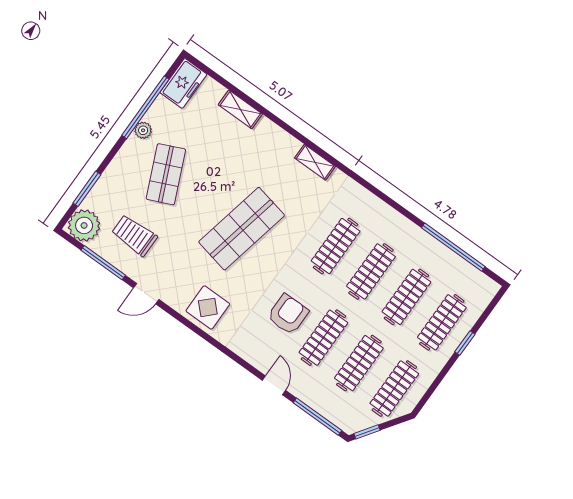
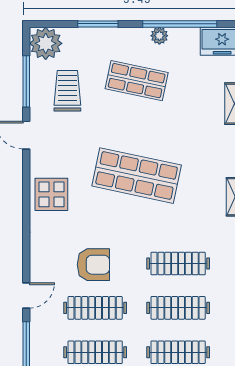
shop shelf: (166, 174) -> (137, 81), turned 36
window: (87, 189) -> (98, 24), moved

